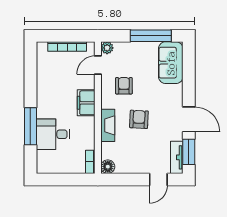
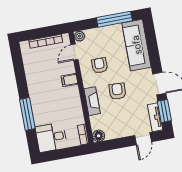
sofa: (171, 63) -> (137, 45), width x1.36
filing cabinet: (86, 103) -> (70, 80), width x0.50
desk: (53, 134) -> (51, 137), moved

